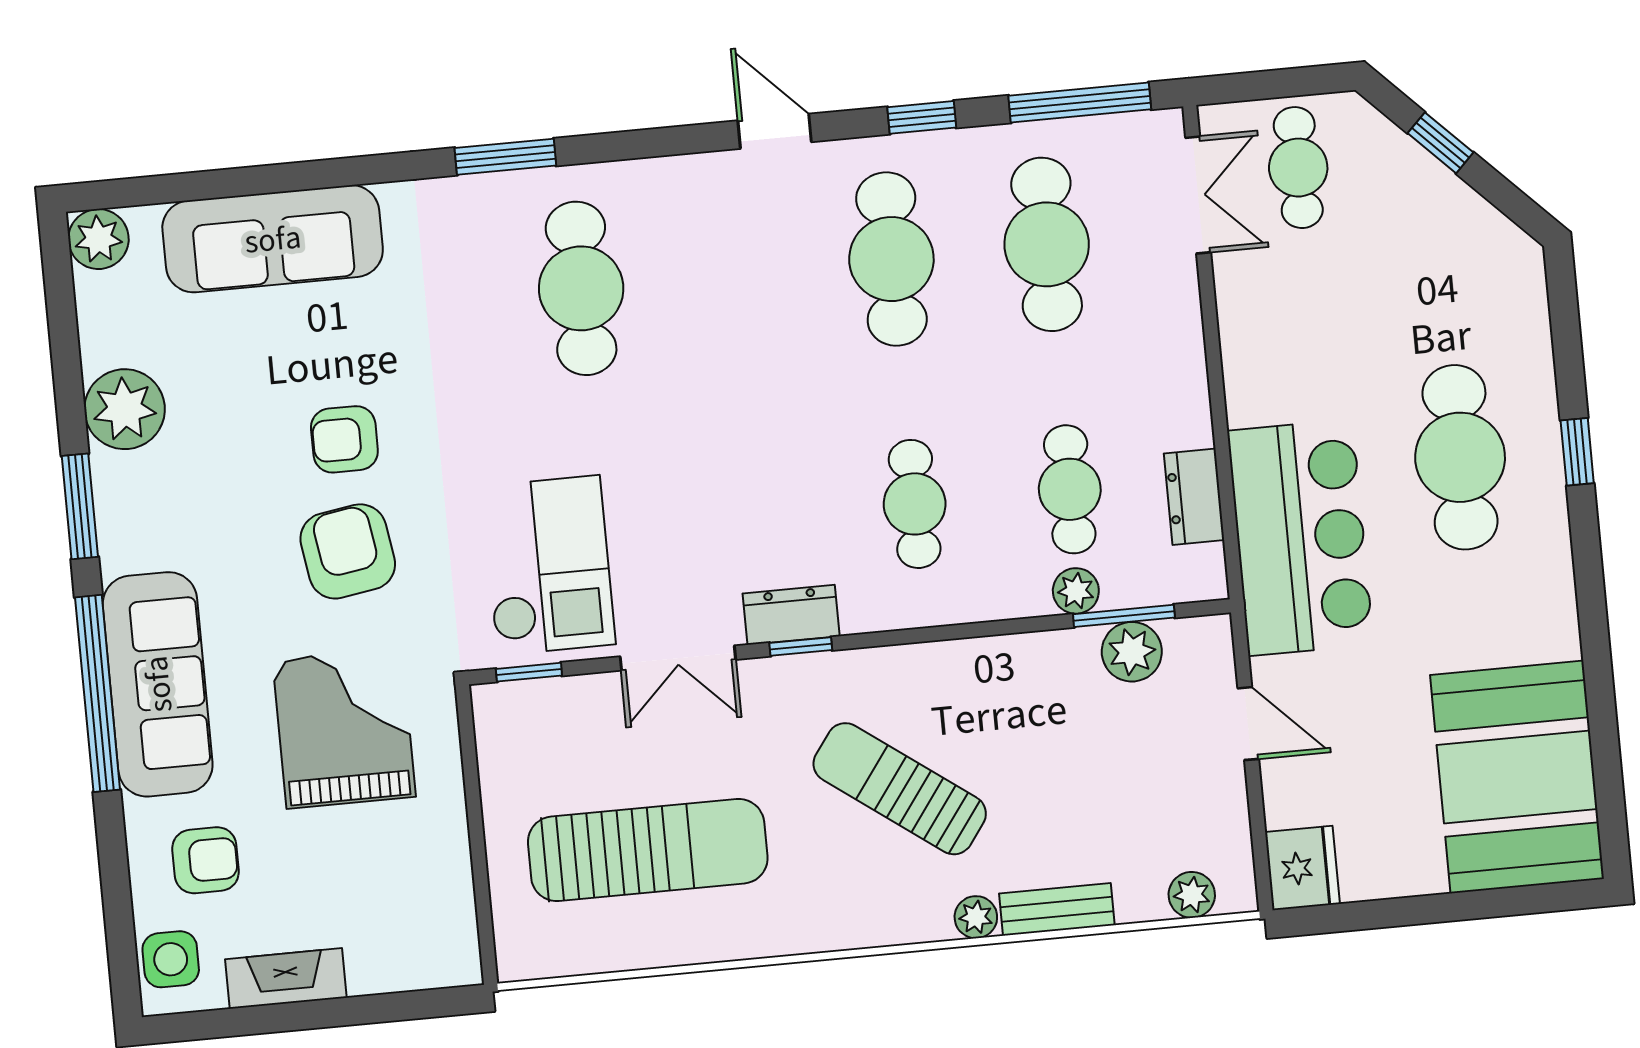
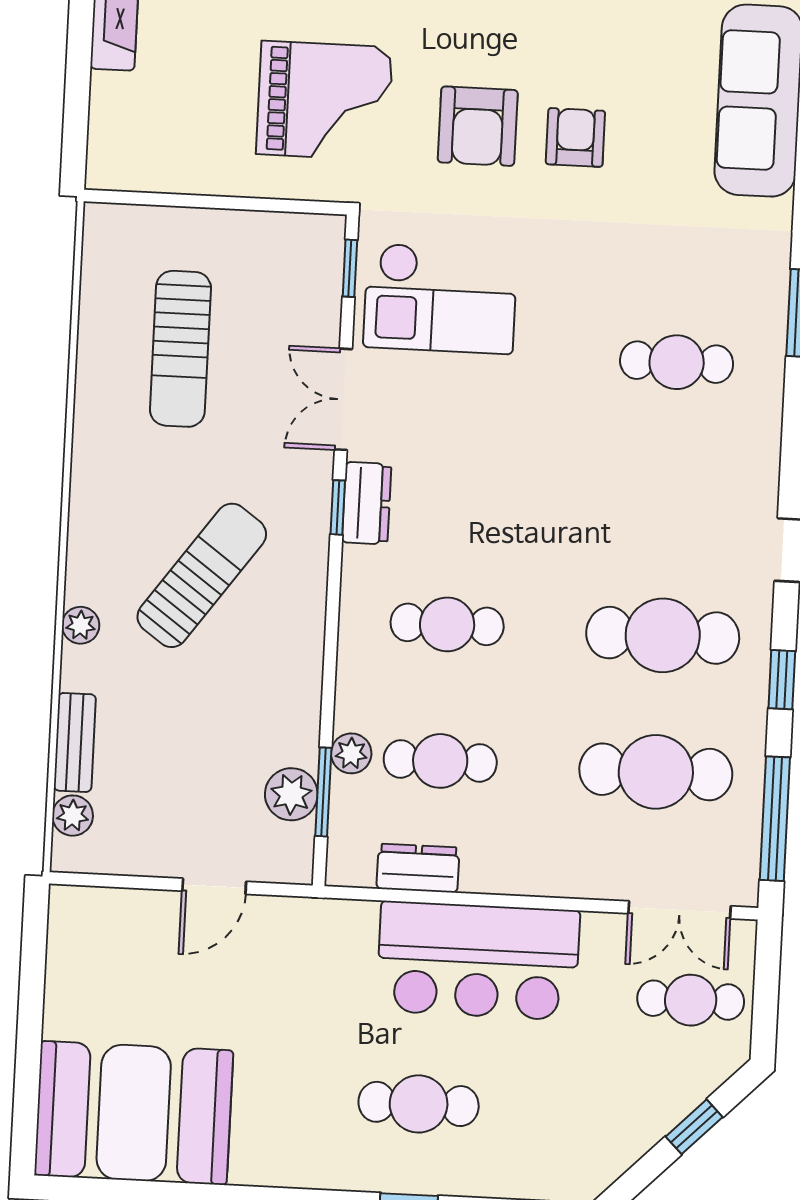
cafe table: (581, 288) -> (677, 362), width x0.73, depth x0.74
cafe table: (1460, 457) -> (419, 1104), width x0.73, depth x0.74
bar counter: (1300, 538) -> (478, 961), moved
armchair: (348, 551) -> (478, 126), turned 99
sun lounger: (648, 850) -> (180, 349), width x0.73, depth x0.75
fridge: (1302, 868) -> (82, 915), removed
bench: (1057, 909) -> (75, 742), moved

